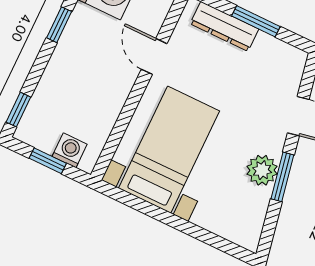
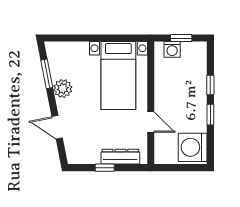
window: (256, 21) -> (105, 168), width x0.67
window: (18, 110) -> (210, 85), moved
window: (282, 177) -> (47, 74), moved

